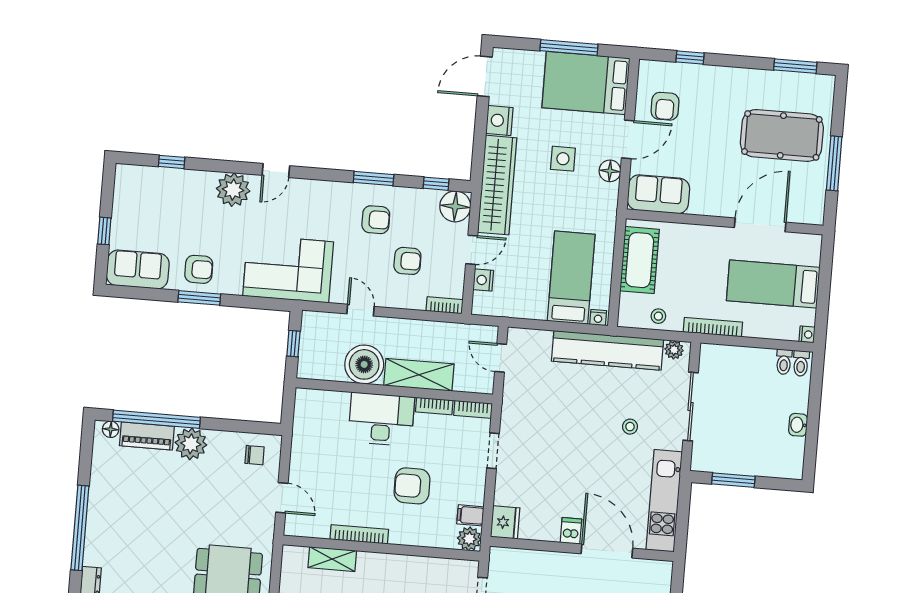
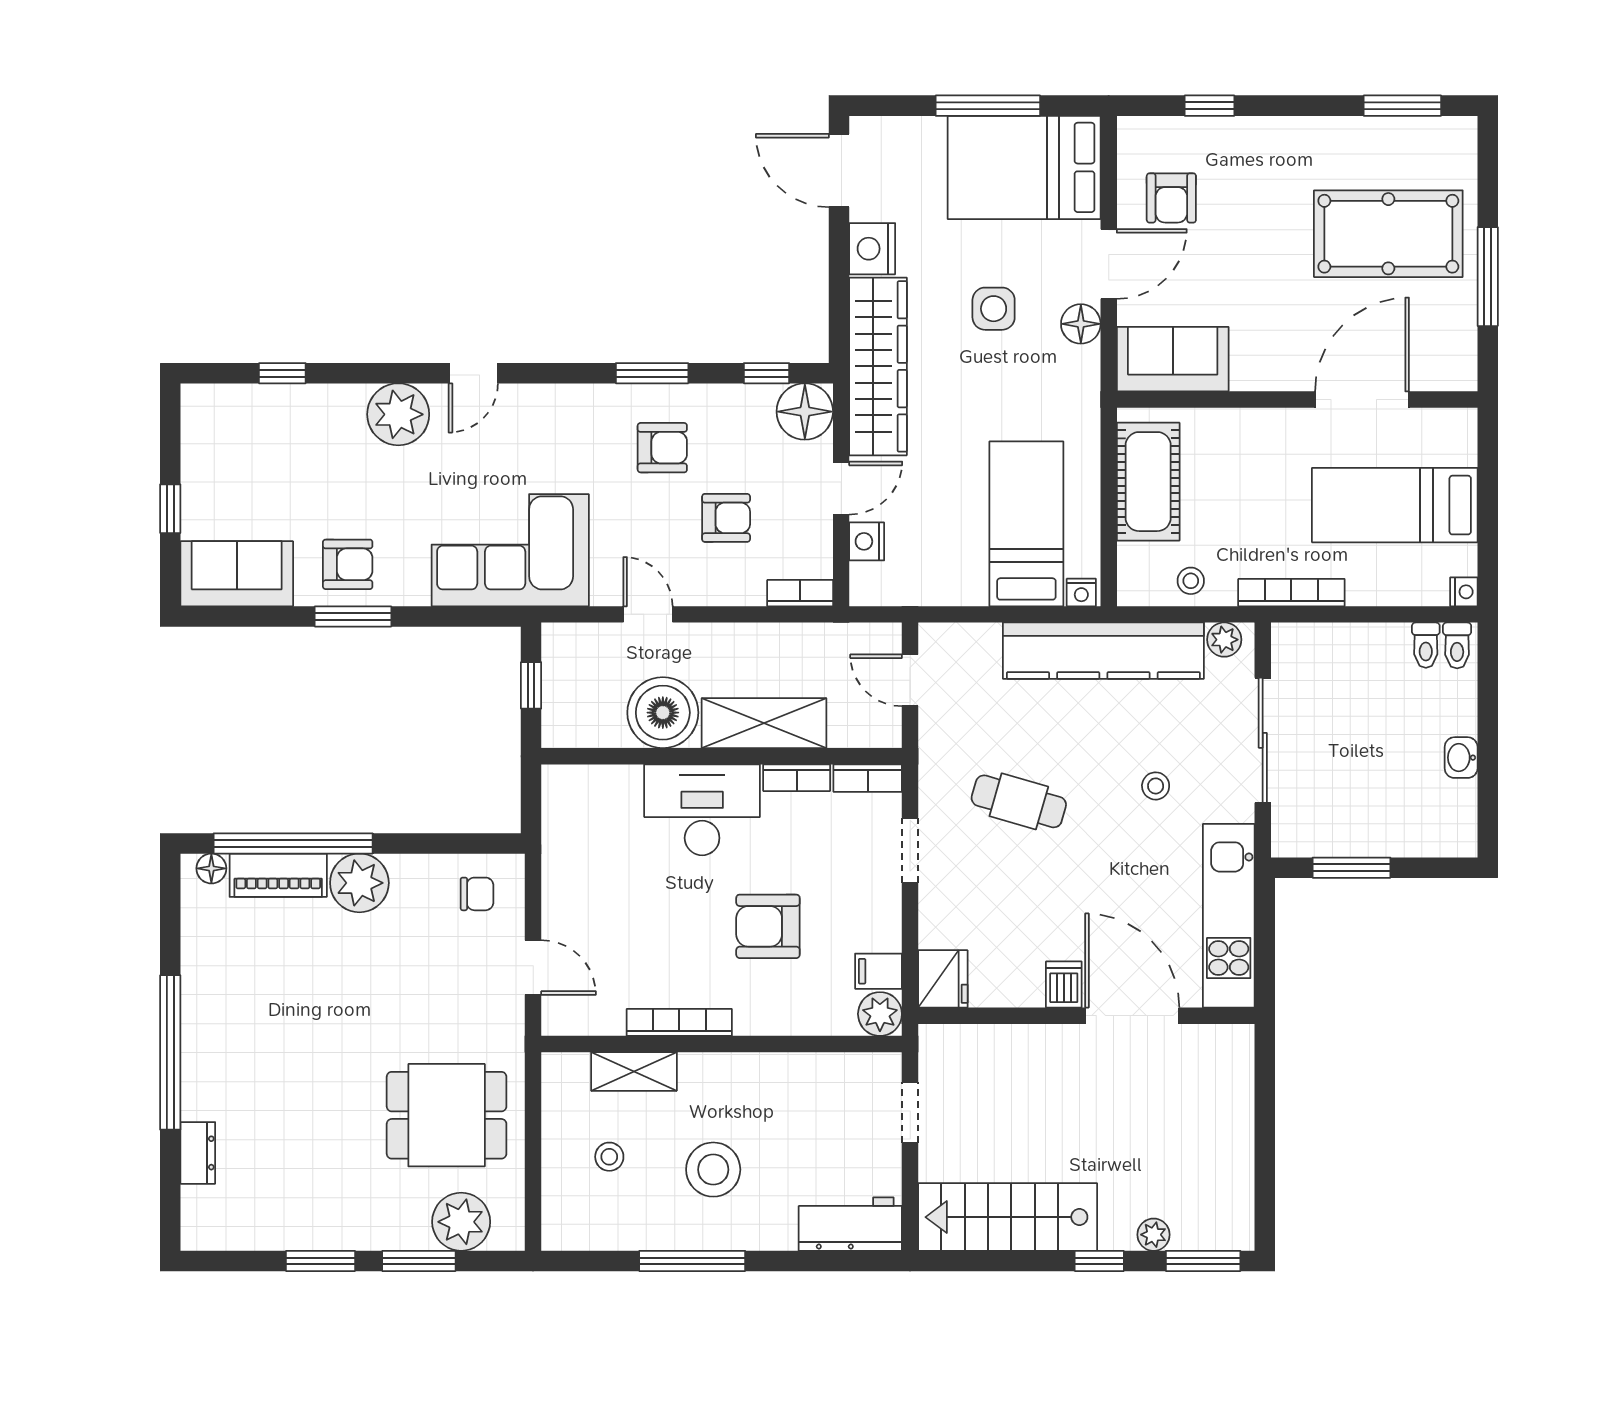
door: (485, 76) -> (839, 171), hinge flipped
cafe table: (555, 429) -> (1019, 801), added

